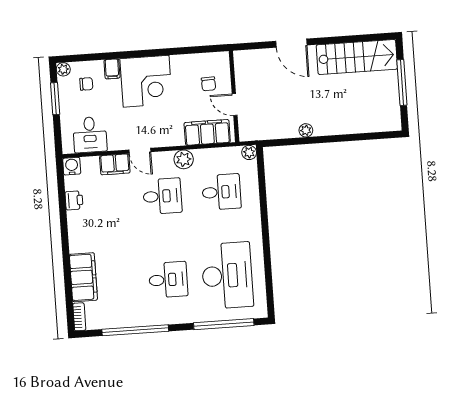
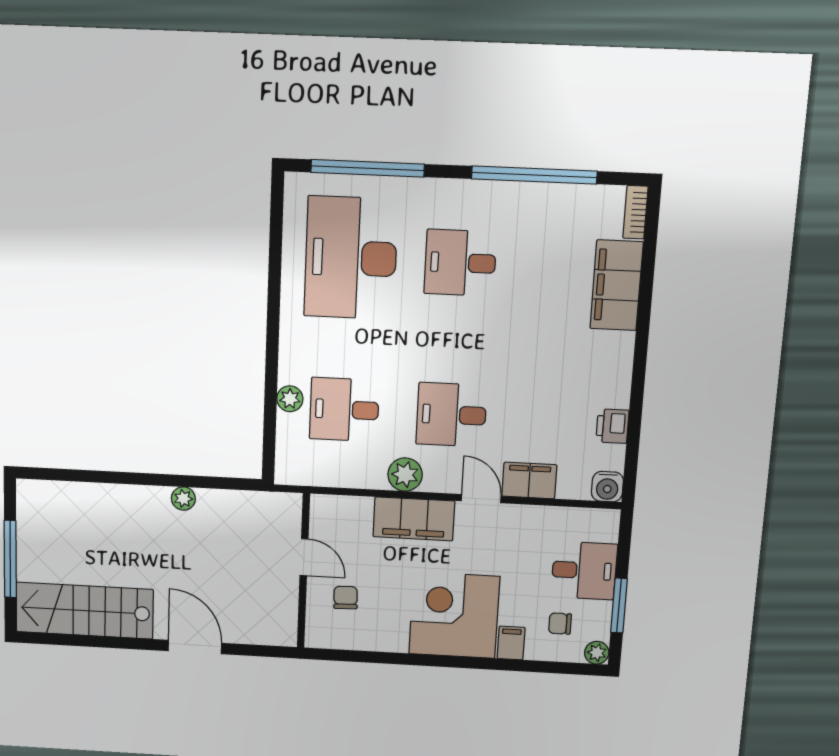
filing cabinet: (207, 132) -> (414, 519), moved
desk: (90, 135) -> (584, 571), moved, turned 90
plant: (249, 152) -> (290, 399), moved

